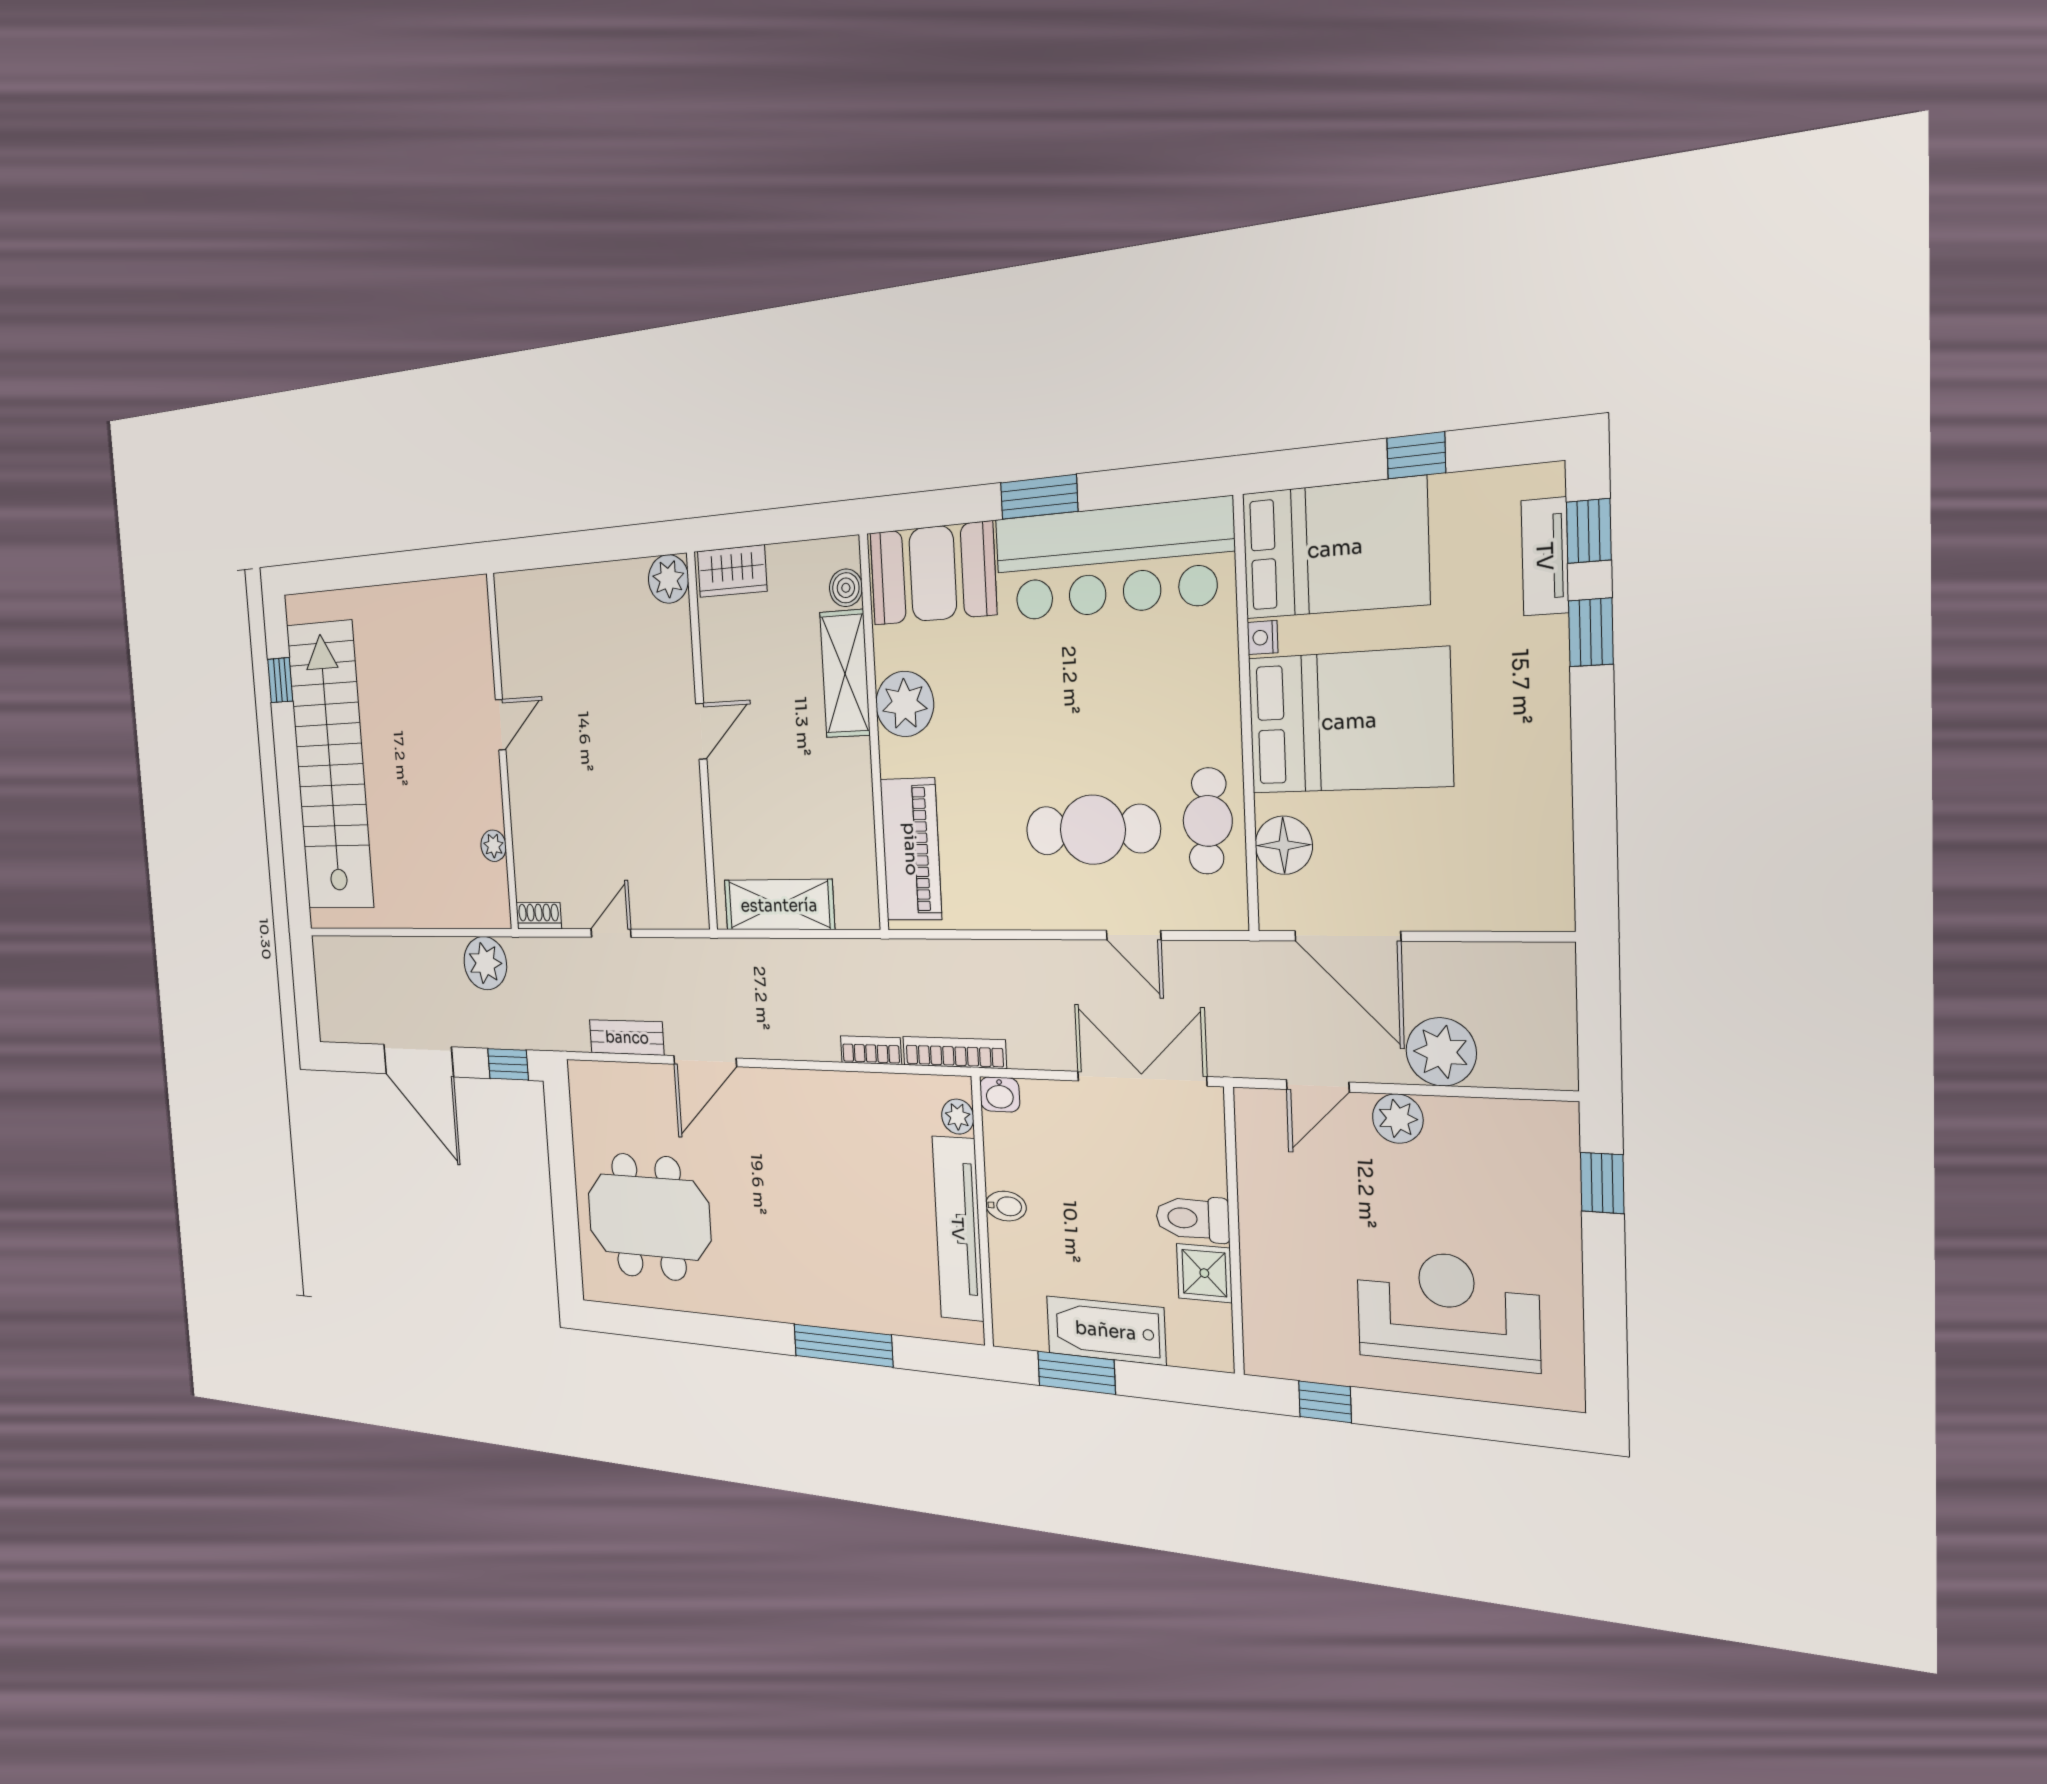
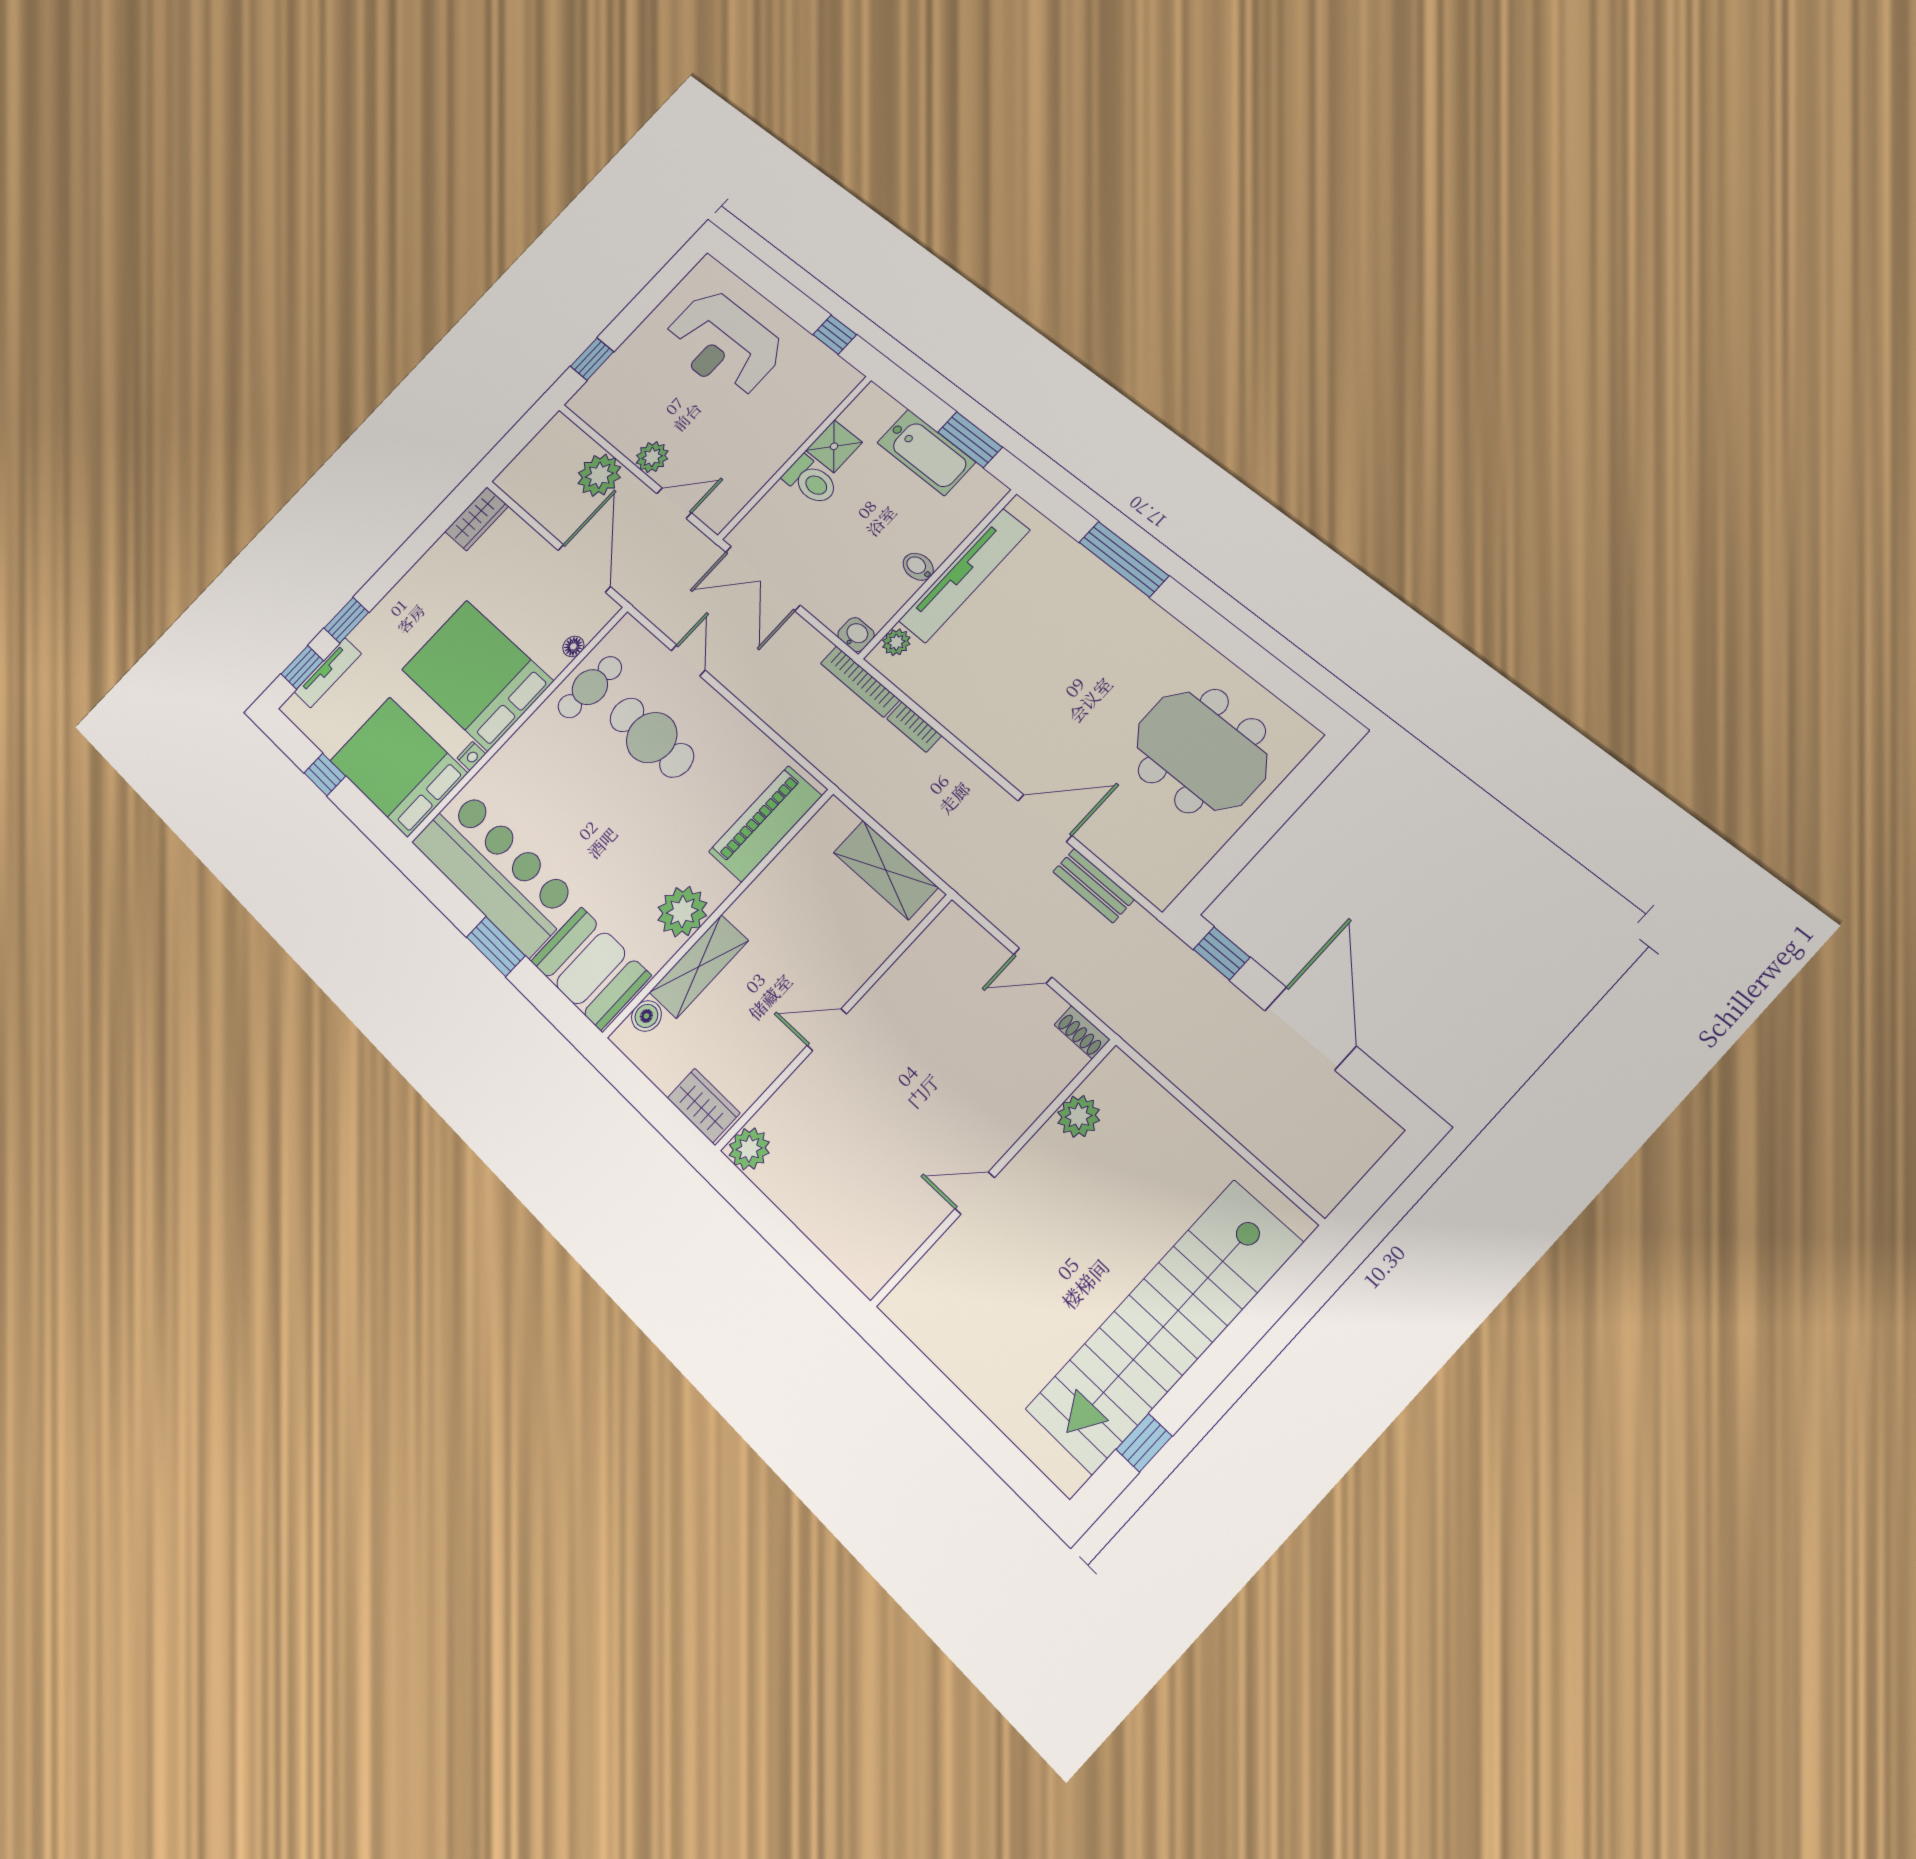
floor lamp: (1284, 845) -> (573, 646), width x0.53, depth x0.53
plant: (494, 846) -> (1079, 1116), width x1.38, depth x1.38
wardrobe: (1546, 885) -> (477, 519), added
plant: (485, 963) -> (1167, 1042), removed

